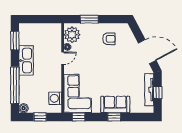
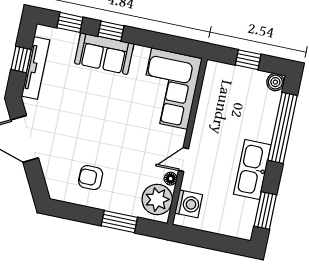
washing machine: (55, 98) -> (189, 204), moved
window: (79, 117) -> (70, 22), moved

